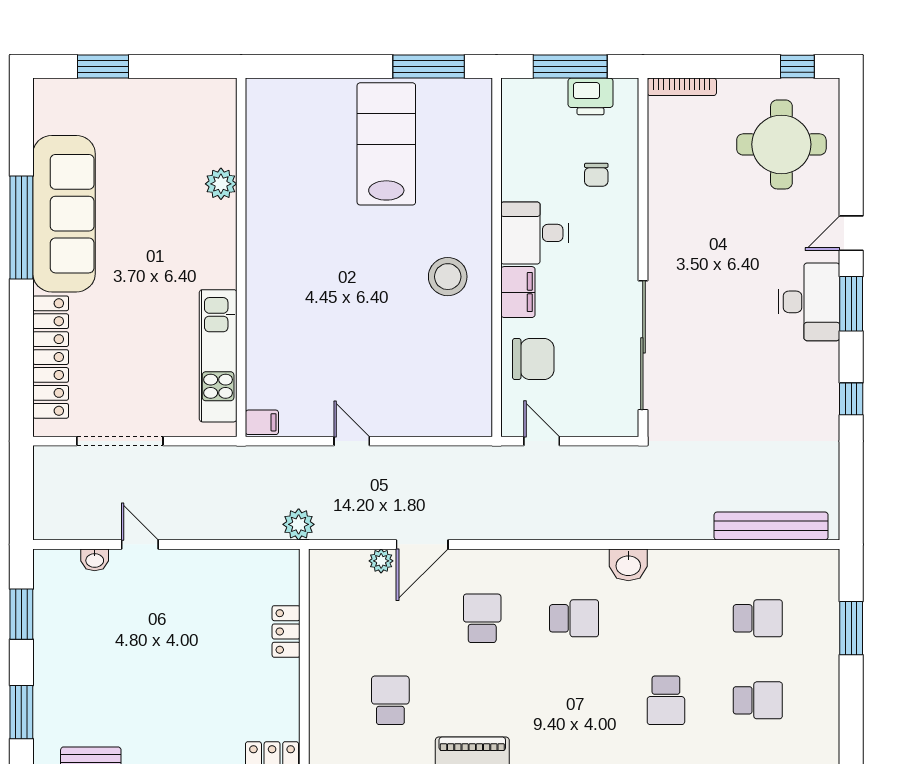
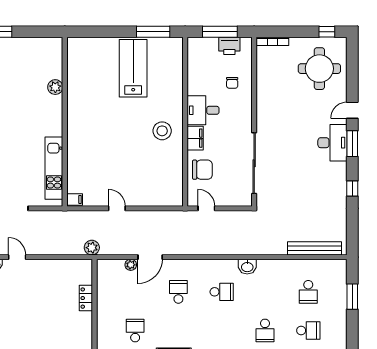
school desk: (758, 618) -> (308, 292), turned 90

